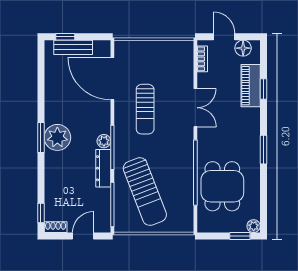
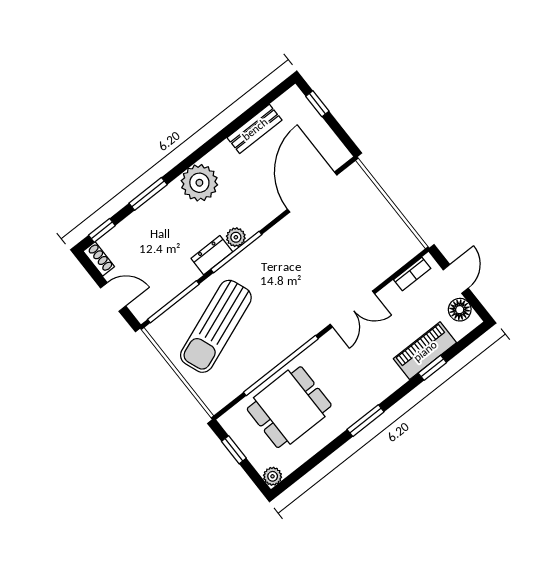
bench: (73, 47) -> (255, 129), moved, turned 90
sun lounger: (145, 109) -> (307, 255), removed
window: (41, 138) -> (148, 194), moved
dresser: (103, 168) -> (212, 255), width x0.70
window: (240, 236) -> (234, 450), moved

